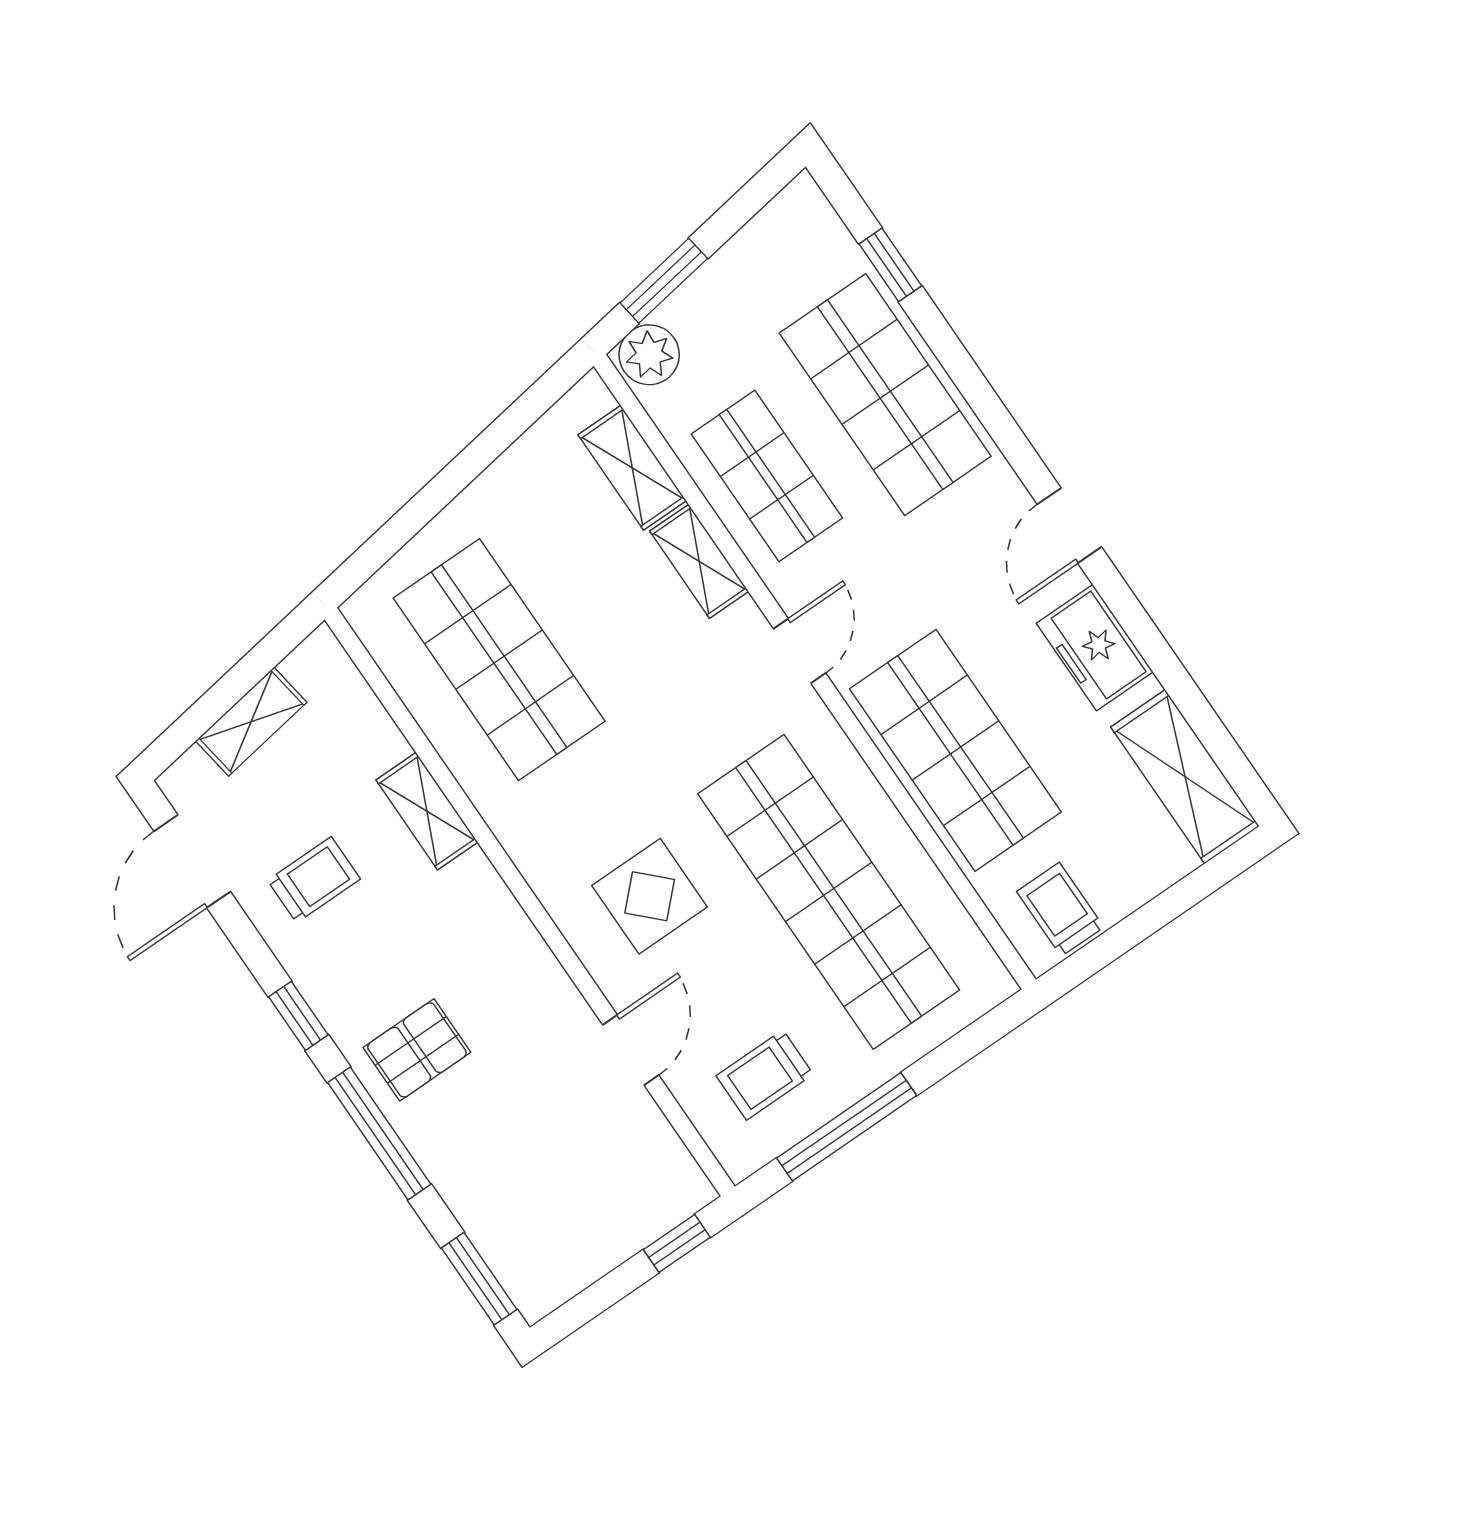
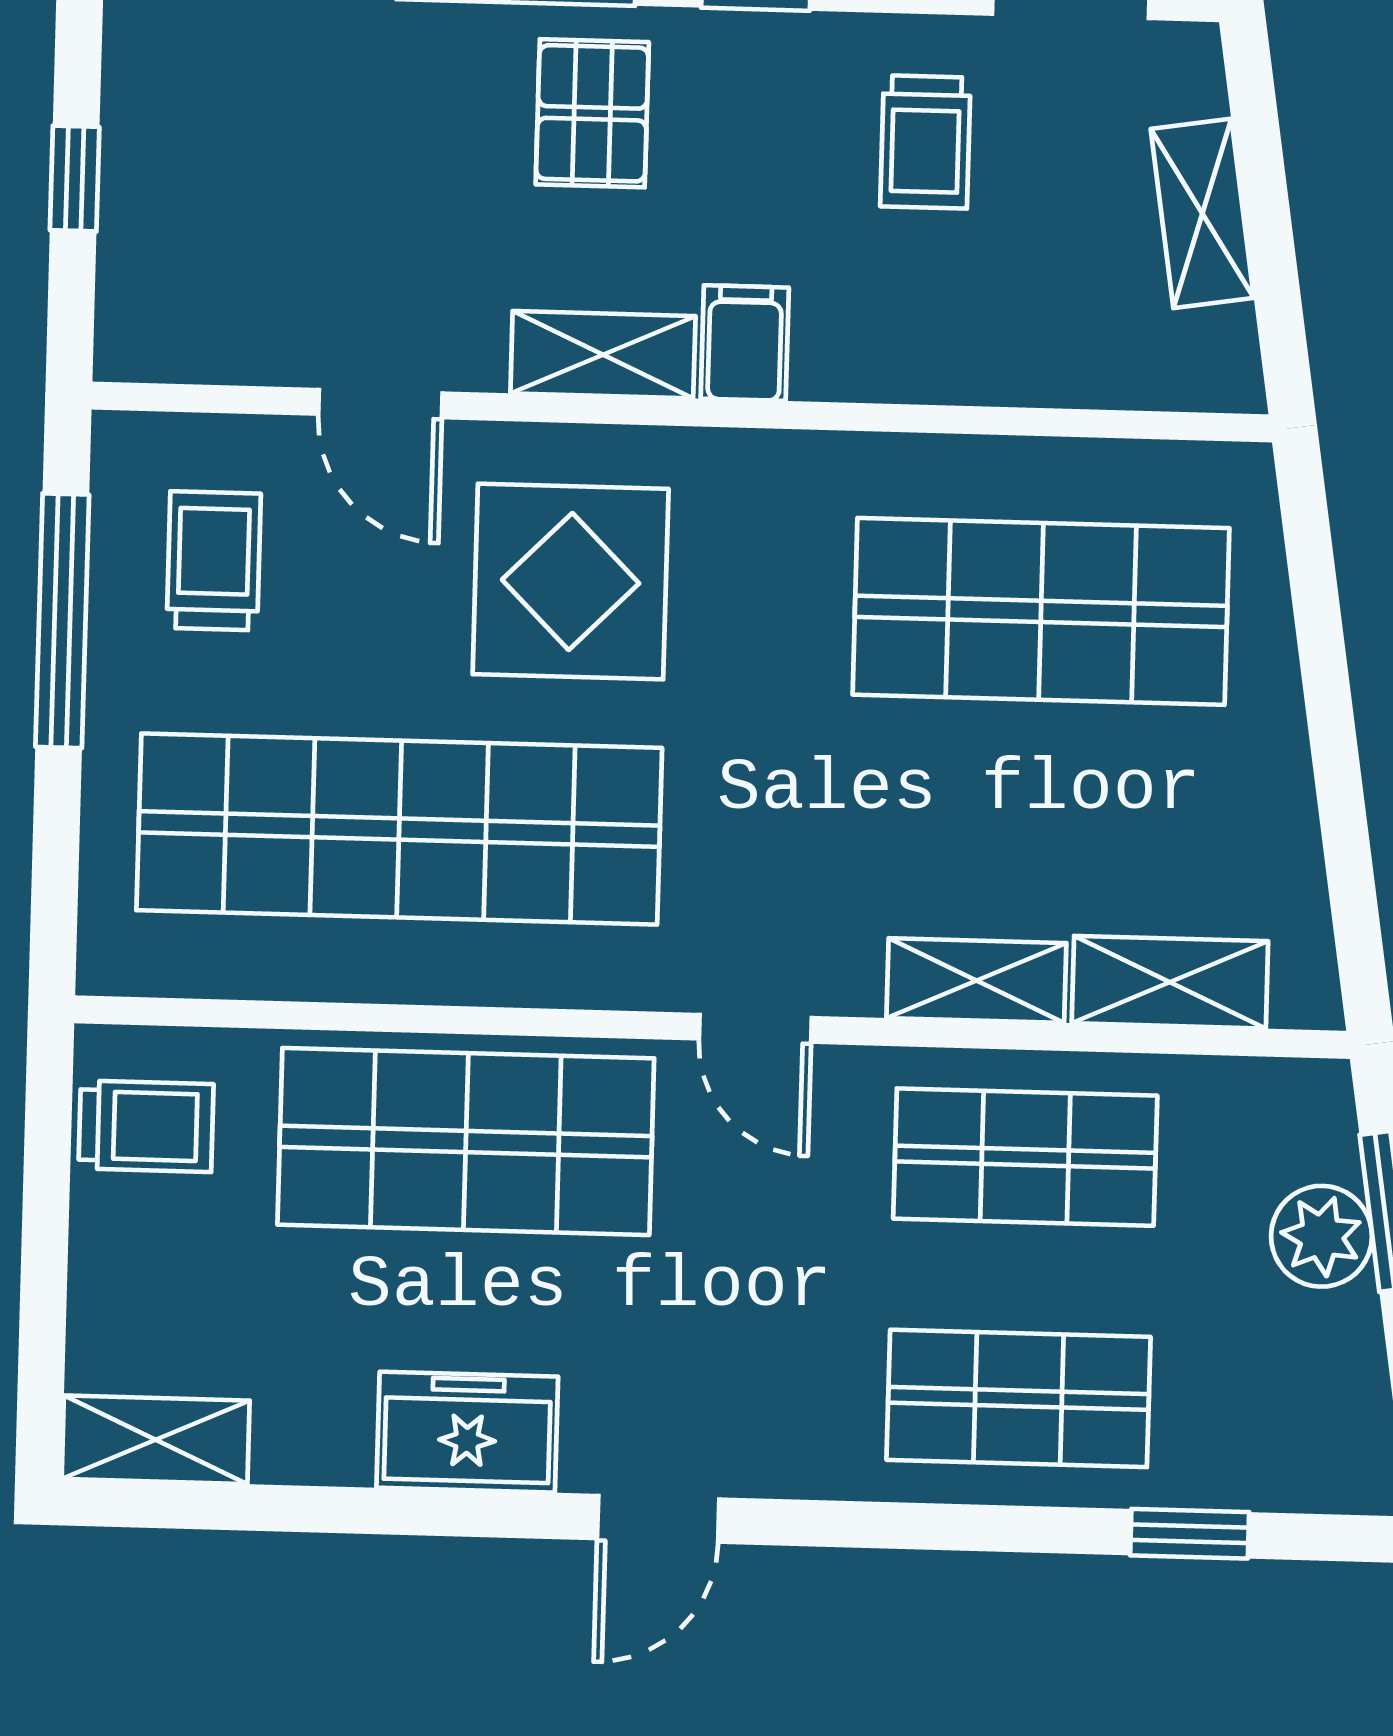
plant: (649, 355) -> (1321, 1236), moved
shop shelf: (885, 395) -> (1019, 1398), width x0.70, depth x0.74
door: (1069, 526) -> (658, 1519), swing flipped
shelving: (1185, 777) -> (156, 1440), width x0.67, depth x0.75
shelving: (427, 811) -> (603, 355), moved
filing cabinet: (474, 896) -> (745, 343), added
display table: (650, 896) -> (571, 581), width x1.36, depth x1.36
window: (677, 1243) -> (75, 179), moved

